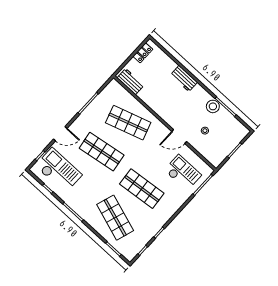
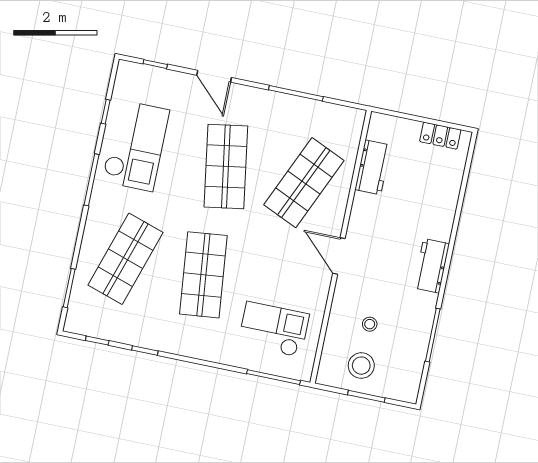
workbench: (184, 79) -> (432, 266), moved
workbench: (131, 82) -> (373, 167), moved
stool: (213, 106) -> (361, 366), moved
shop shelf: (128, 123) -> (304, 183), turned 42
door: (179, 137) -> (339, 256), moved
checkout: (59, 170) -> (136, 146), moved
checkout: (183, 173) -> (274, 329), turned -90

